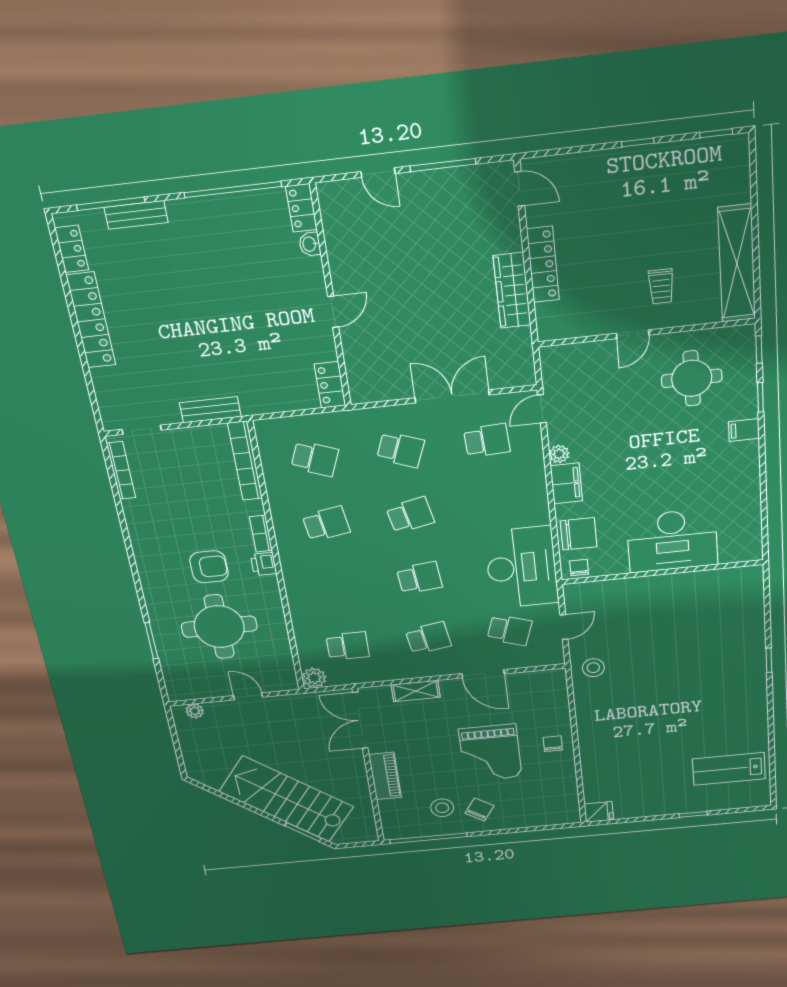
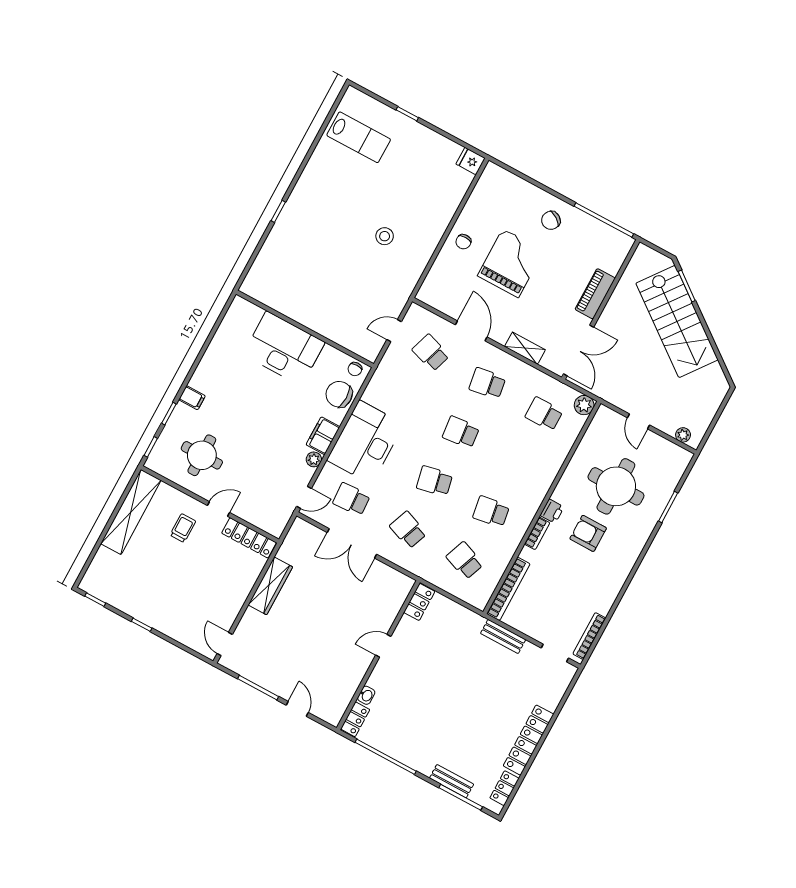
locker: (543, 264) -> (249, 538), moved, turned -90
desk: (522, 567) -> (365, 442), moved
stool: (593, 668) -> (385, 236), moved
stool: (442, 808) -> (576, 240), removed

